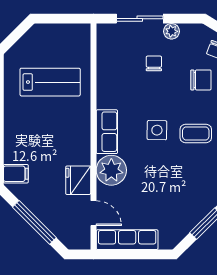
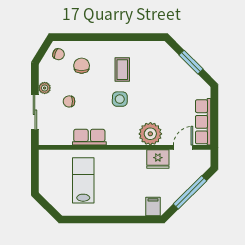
row of seats: (107, 132) -> (89, 137), moved

